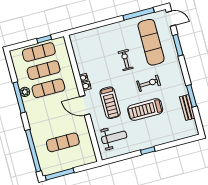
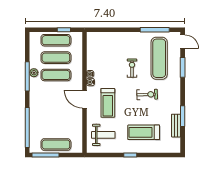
treadmill: (145, 110) -> (144, 132), moved
exercise mat: (63, 142) -> (56, 145), moved

